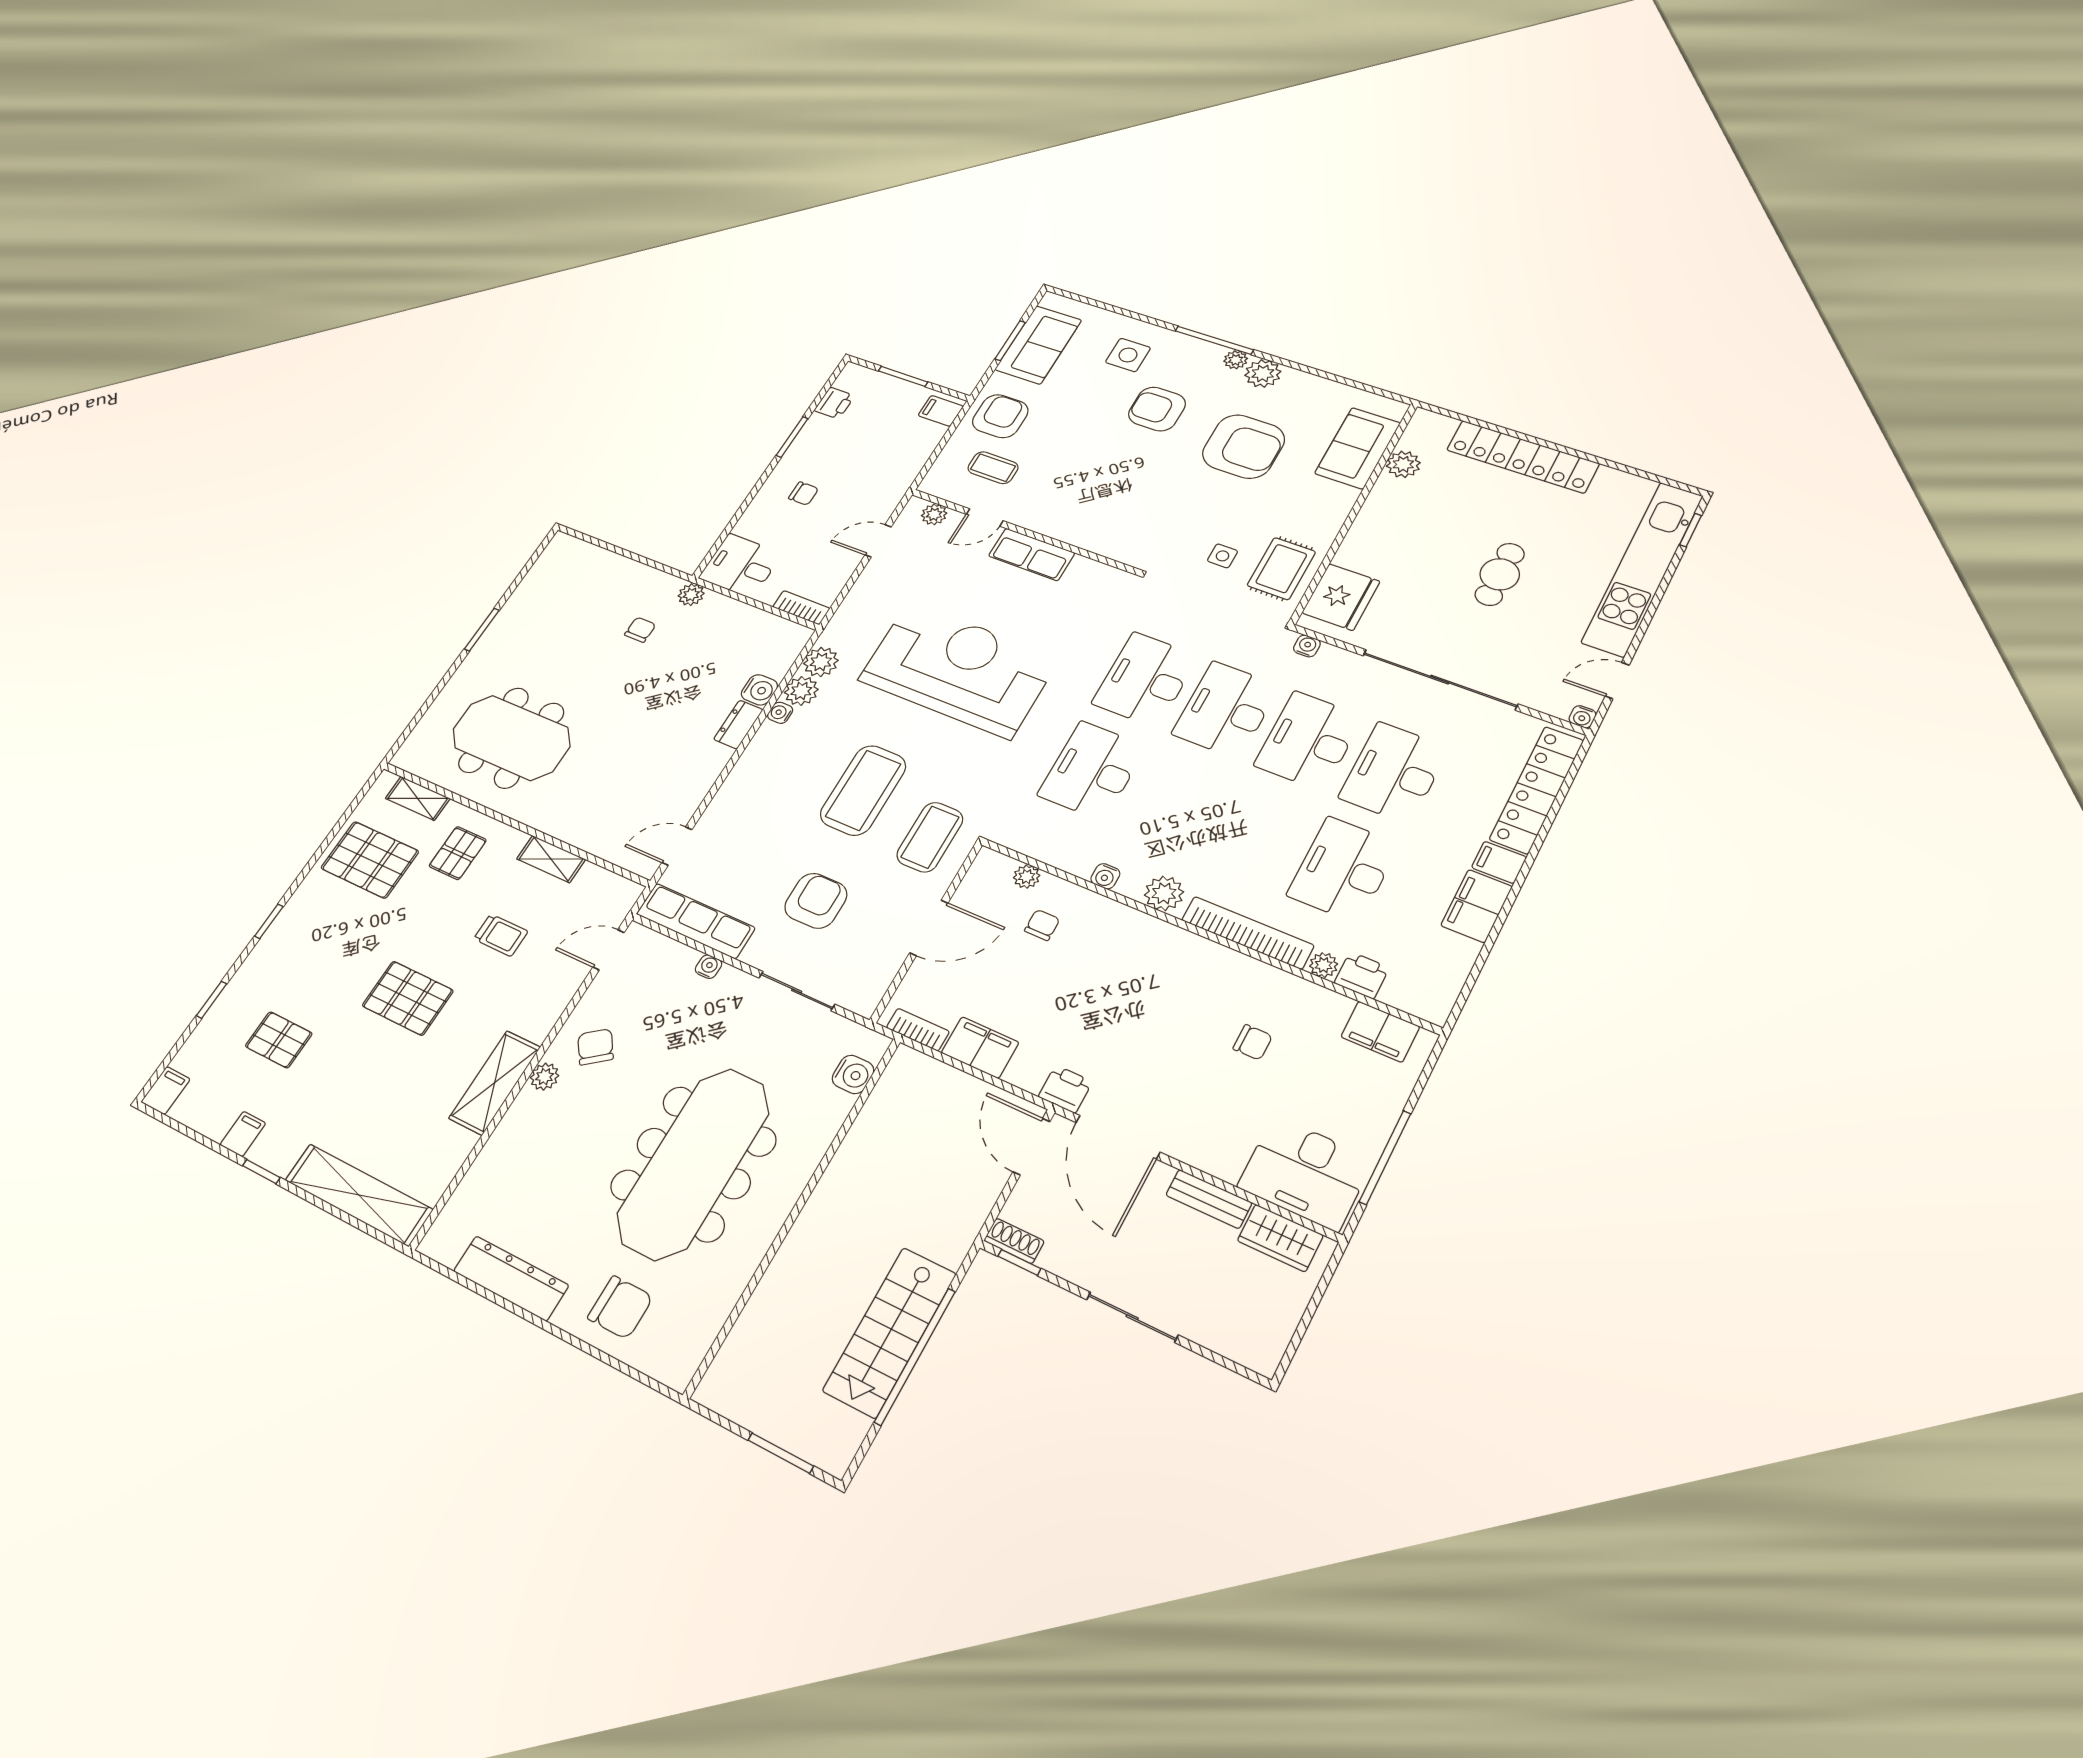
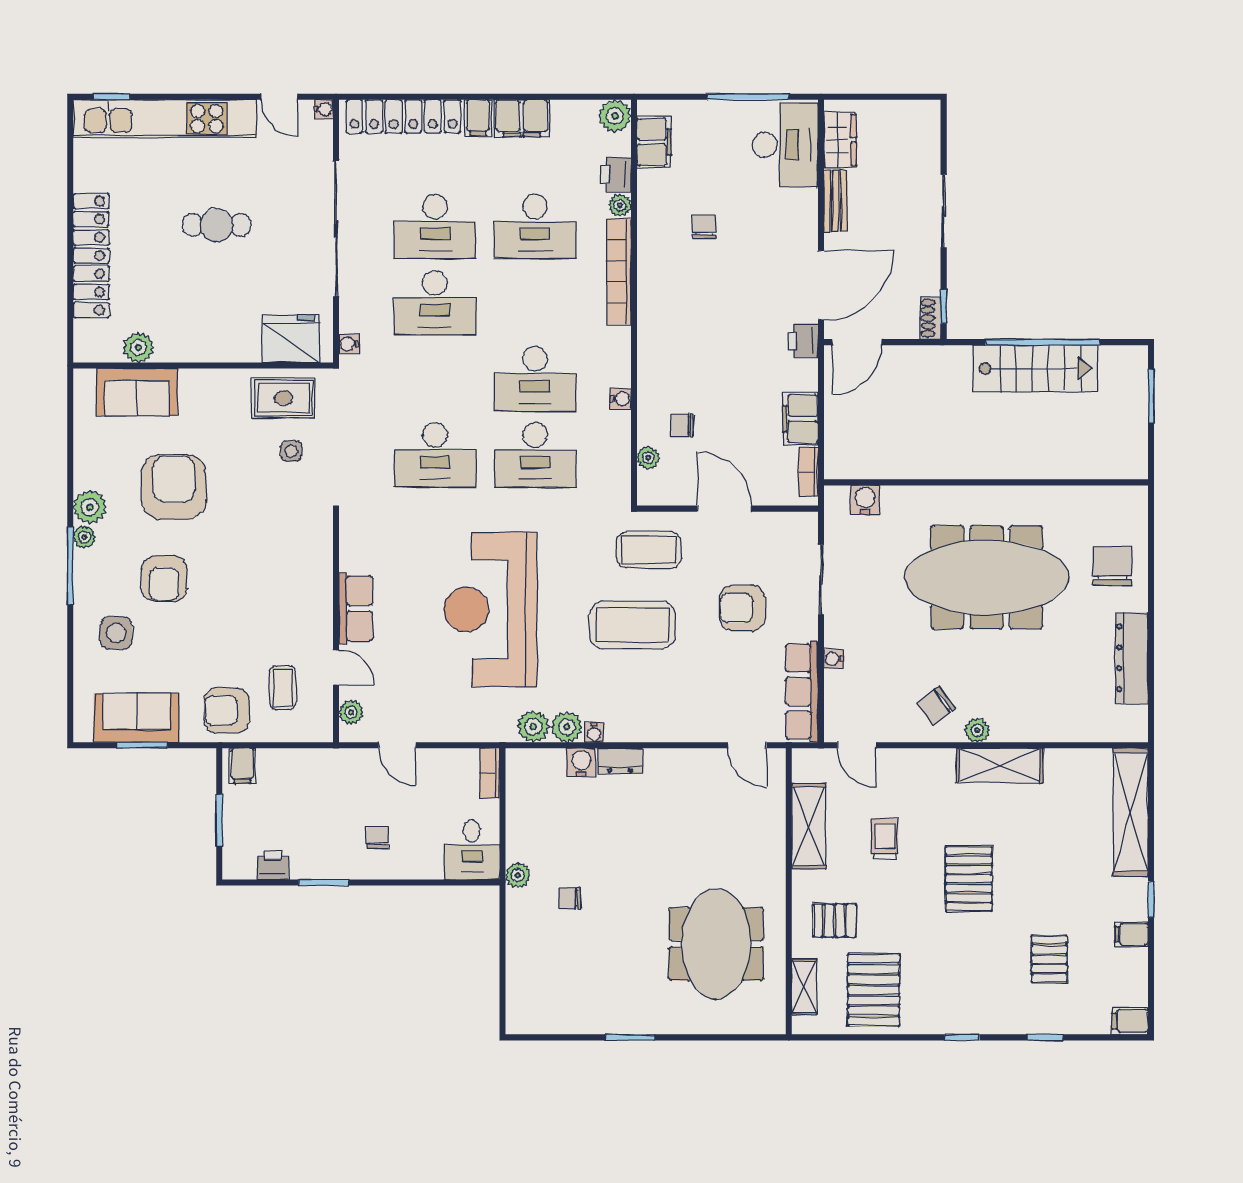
desk: (1226, 710) -> (535, 379), moved
shelving: (551, 859) -> (809, 826), width x1.50, depth x1.33
plant: (1164, 893) -> (615, 116), moved

